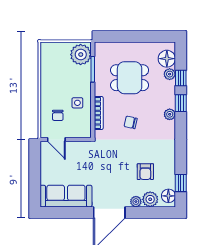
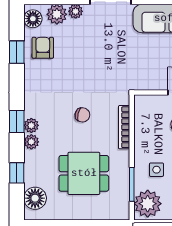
plant: (170, 74) -> (31, 142), moved
side table: (77, 103) -> (156, 170), moved
window: (181, 103) -> (17, 121), moved
armchair: (145, 172) -> (43, 48), moved
window: (181, 183) -> (17, 52), moved

